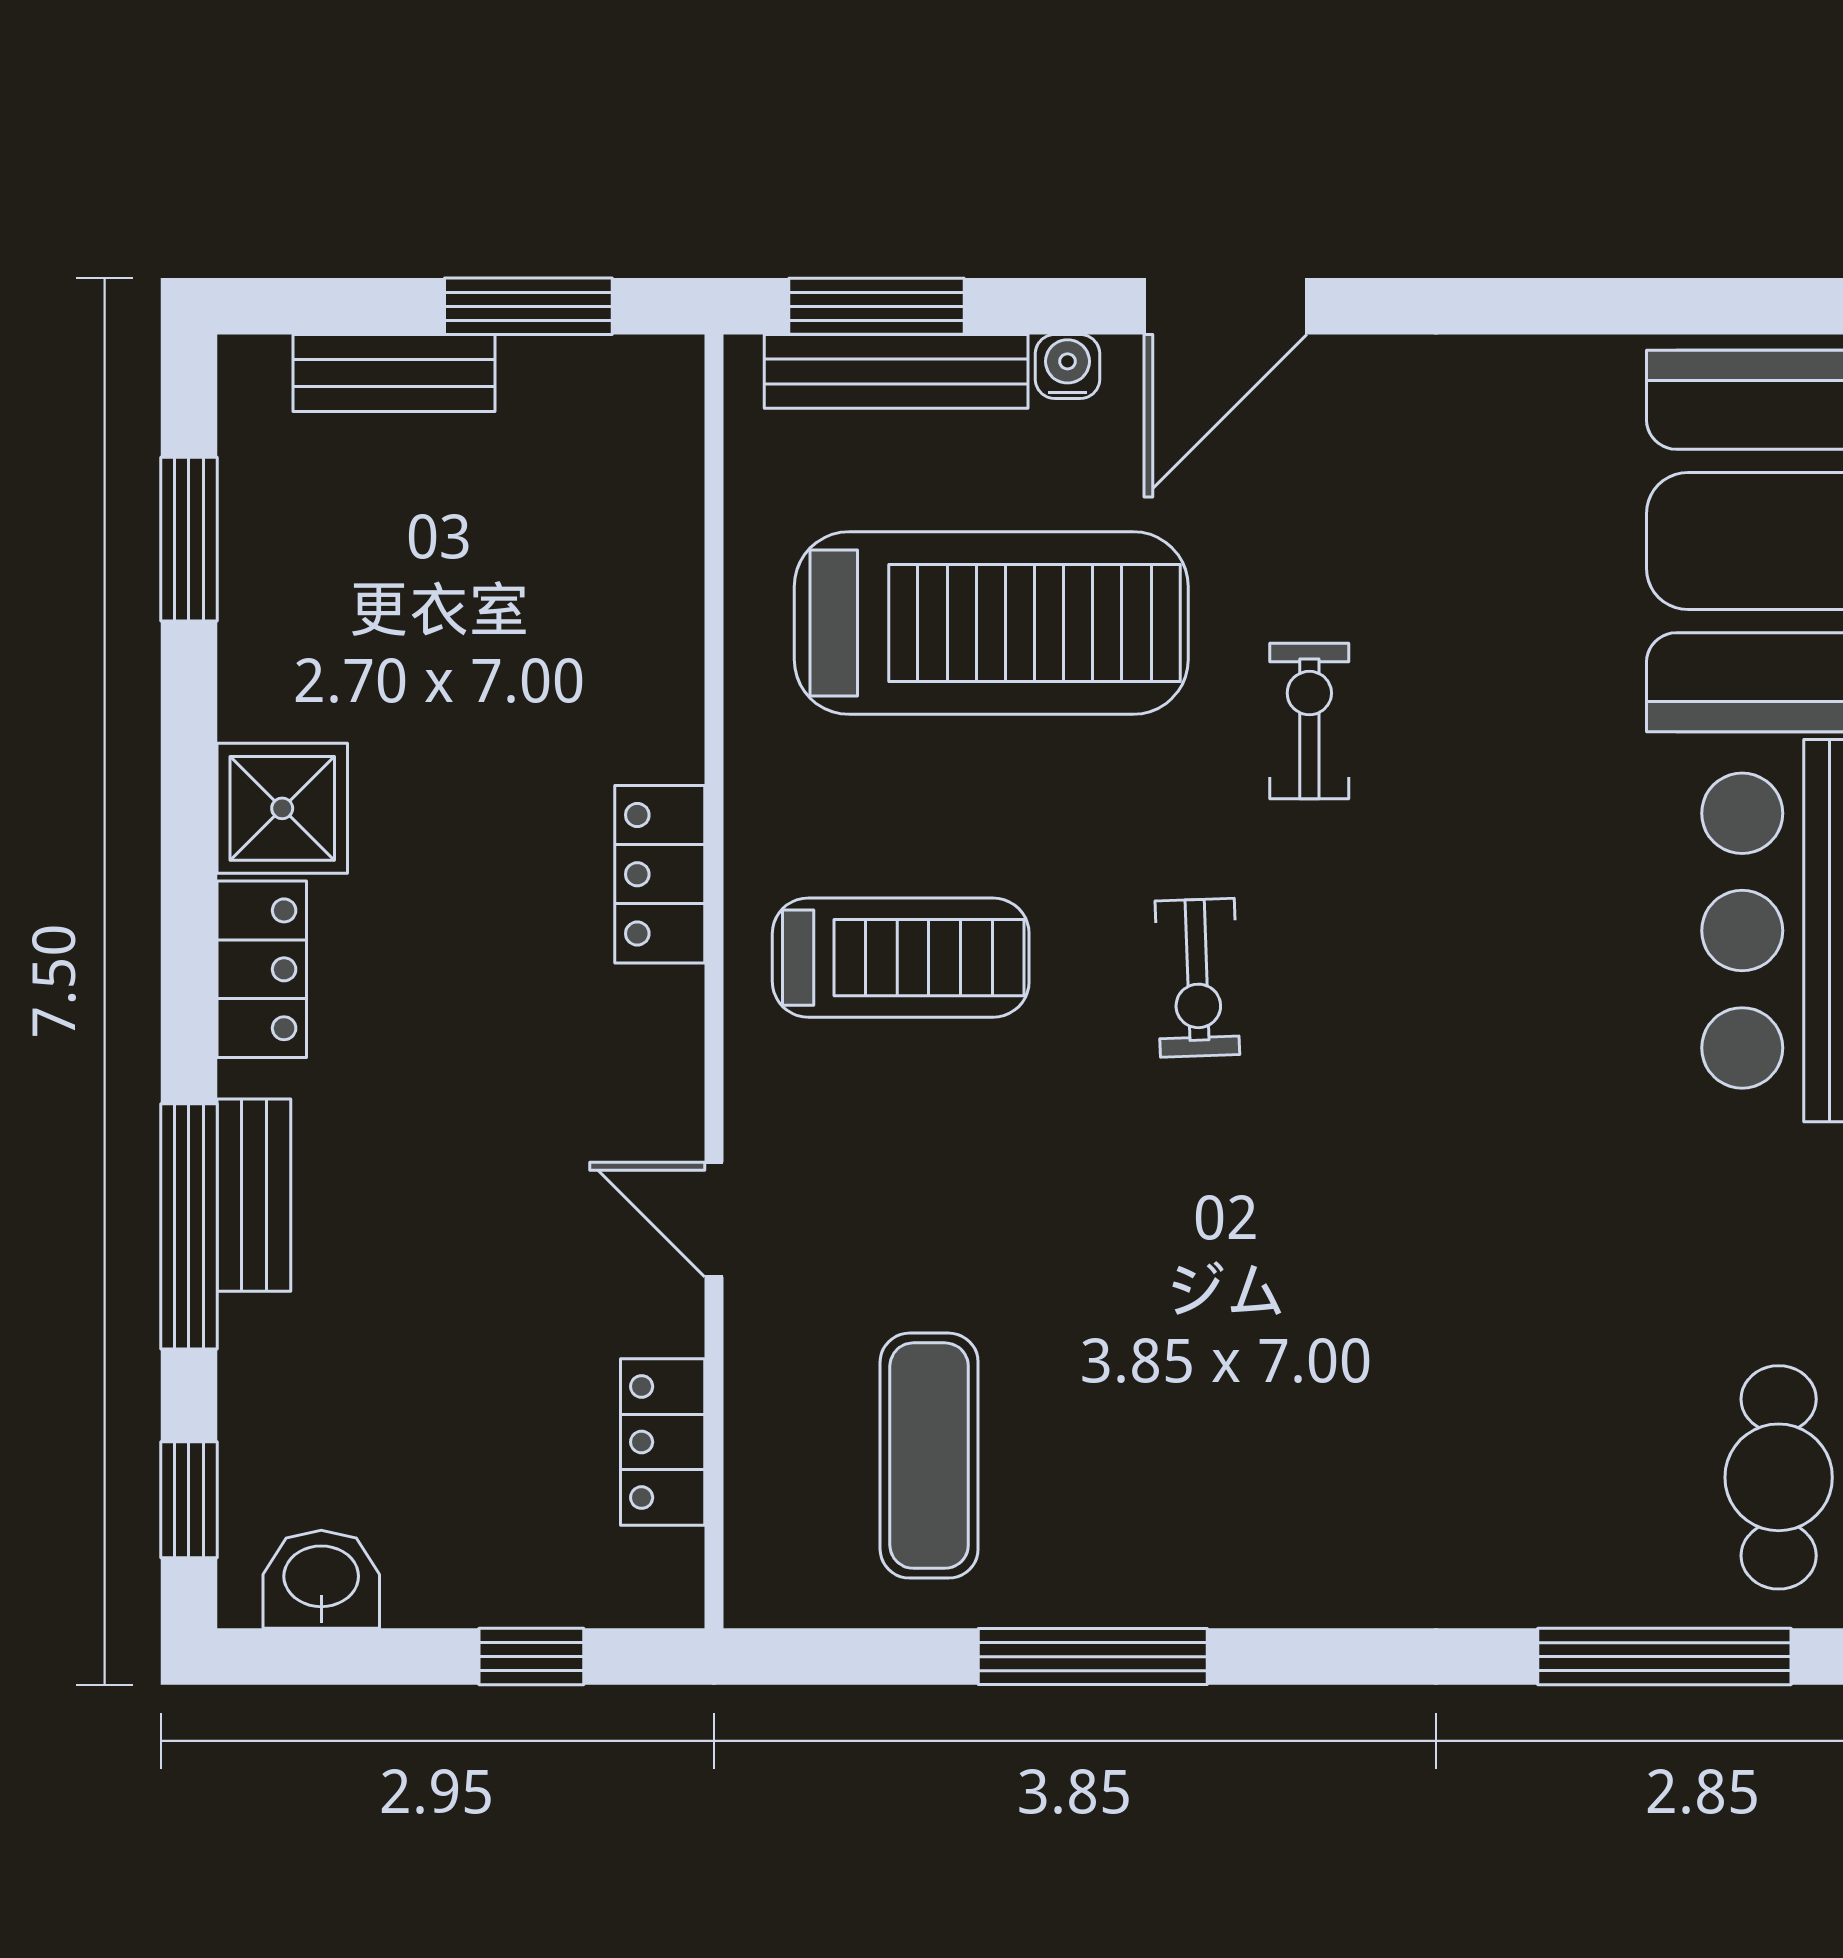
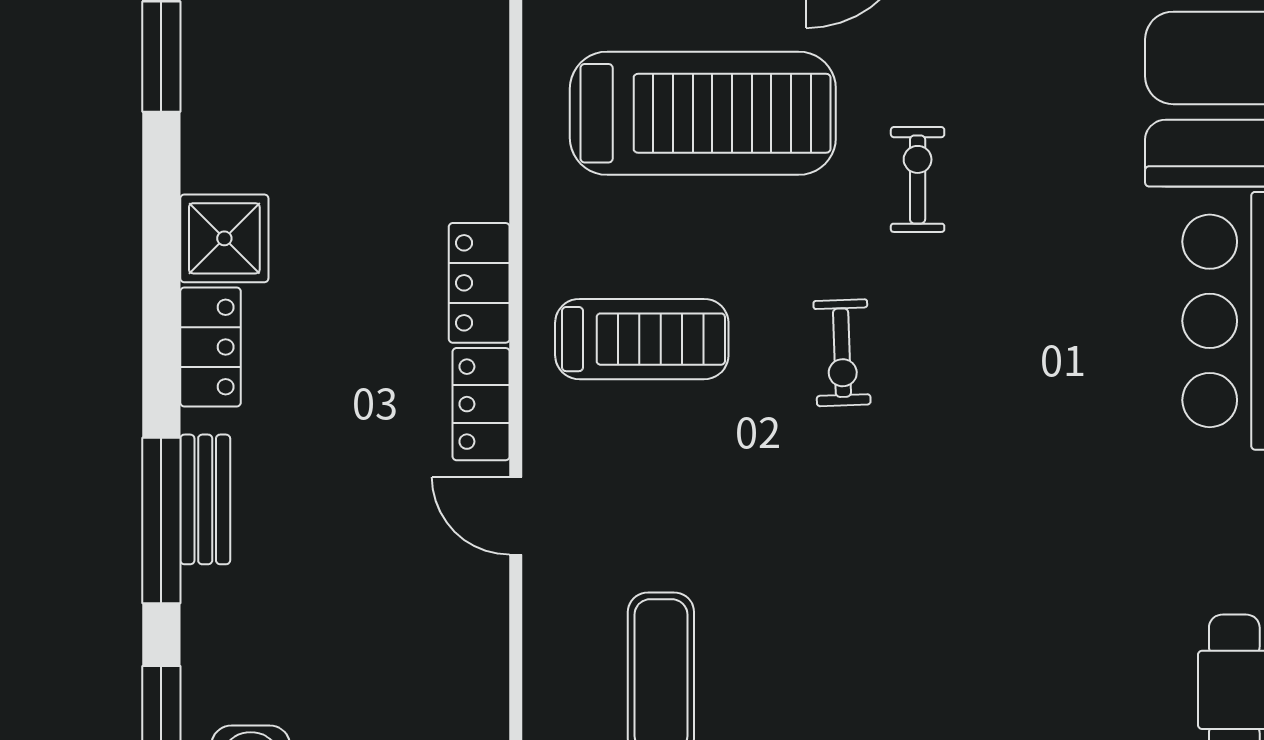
locker: (663, 1442) -> (481, 404), moved

